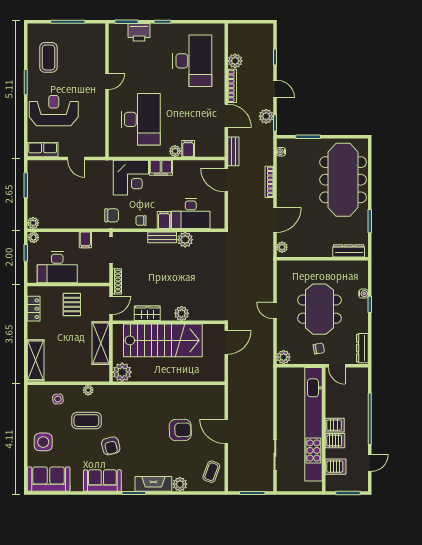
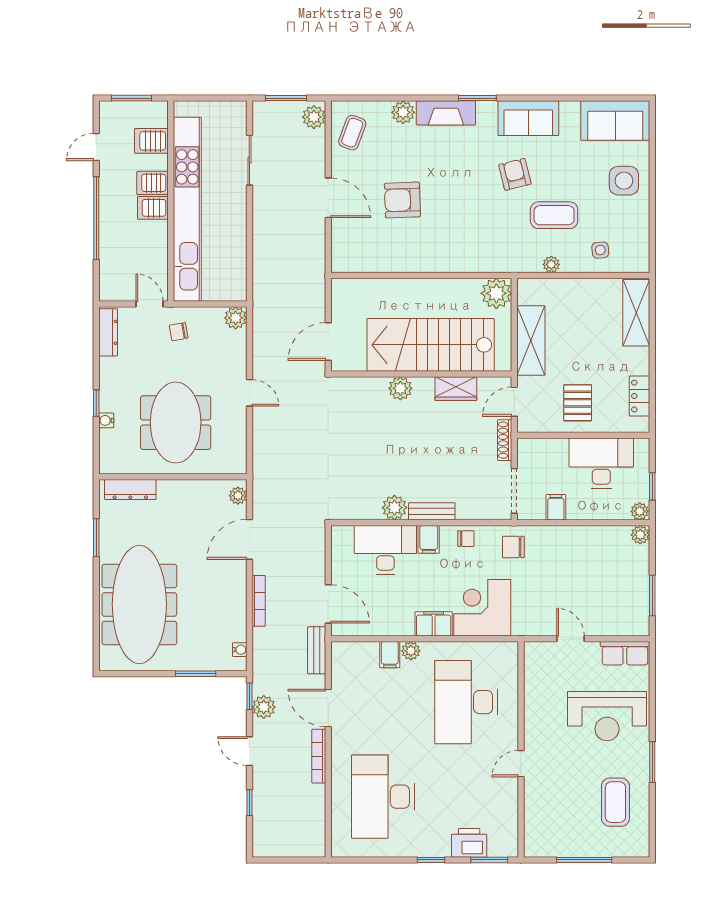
plant: (235, 61) -> (314, 117), moved
meeting table: (319, 309) -> (176, 423), moved

